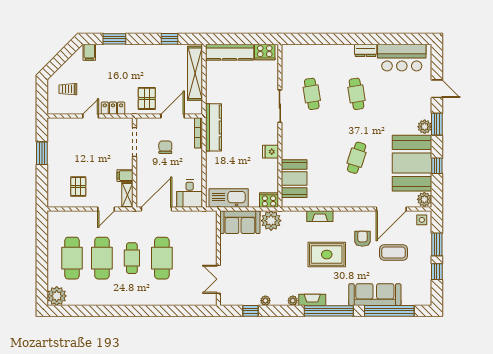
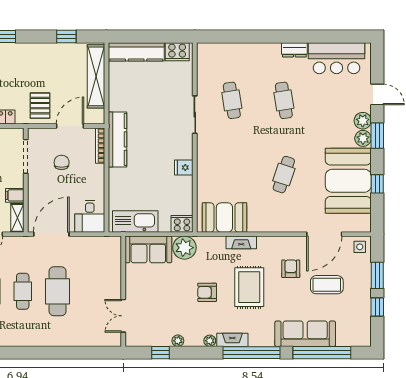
booth: (294, 179) -> (224, 218), moved, turned 90
plant: (424, 199) -> (363, 121), moved
rug: (327, 255) -> (249, 287), turned 90
armchair: (290, 259) -> (207, 292), added

